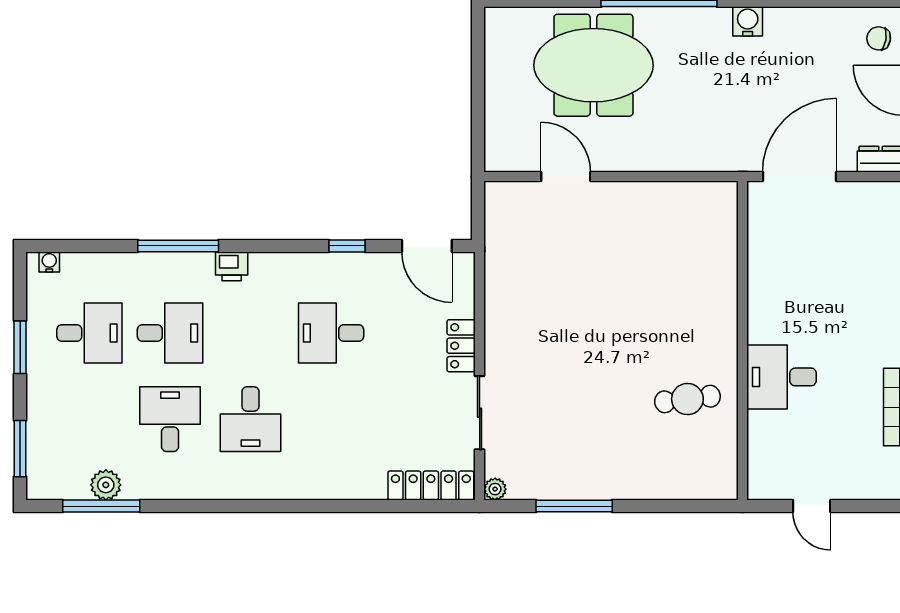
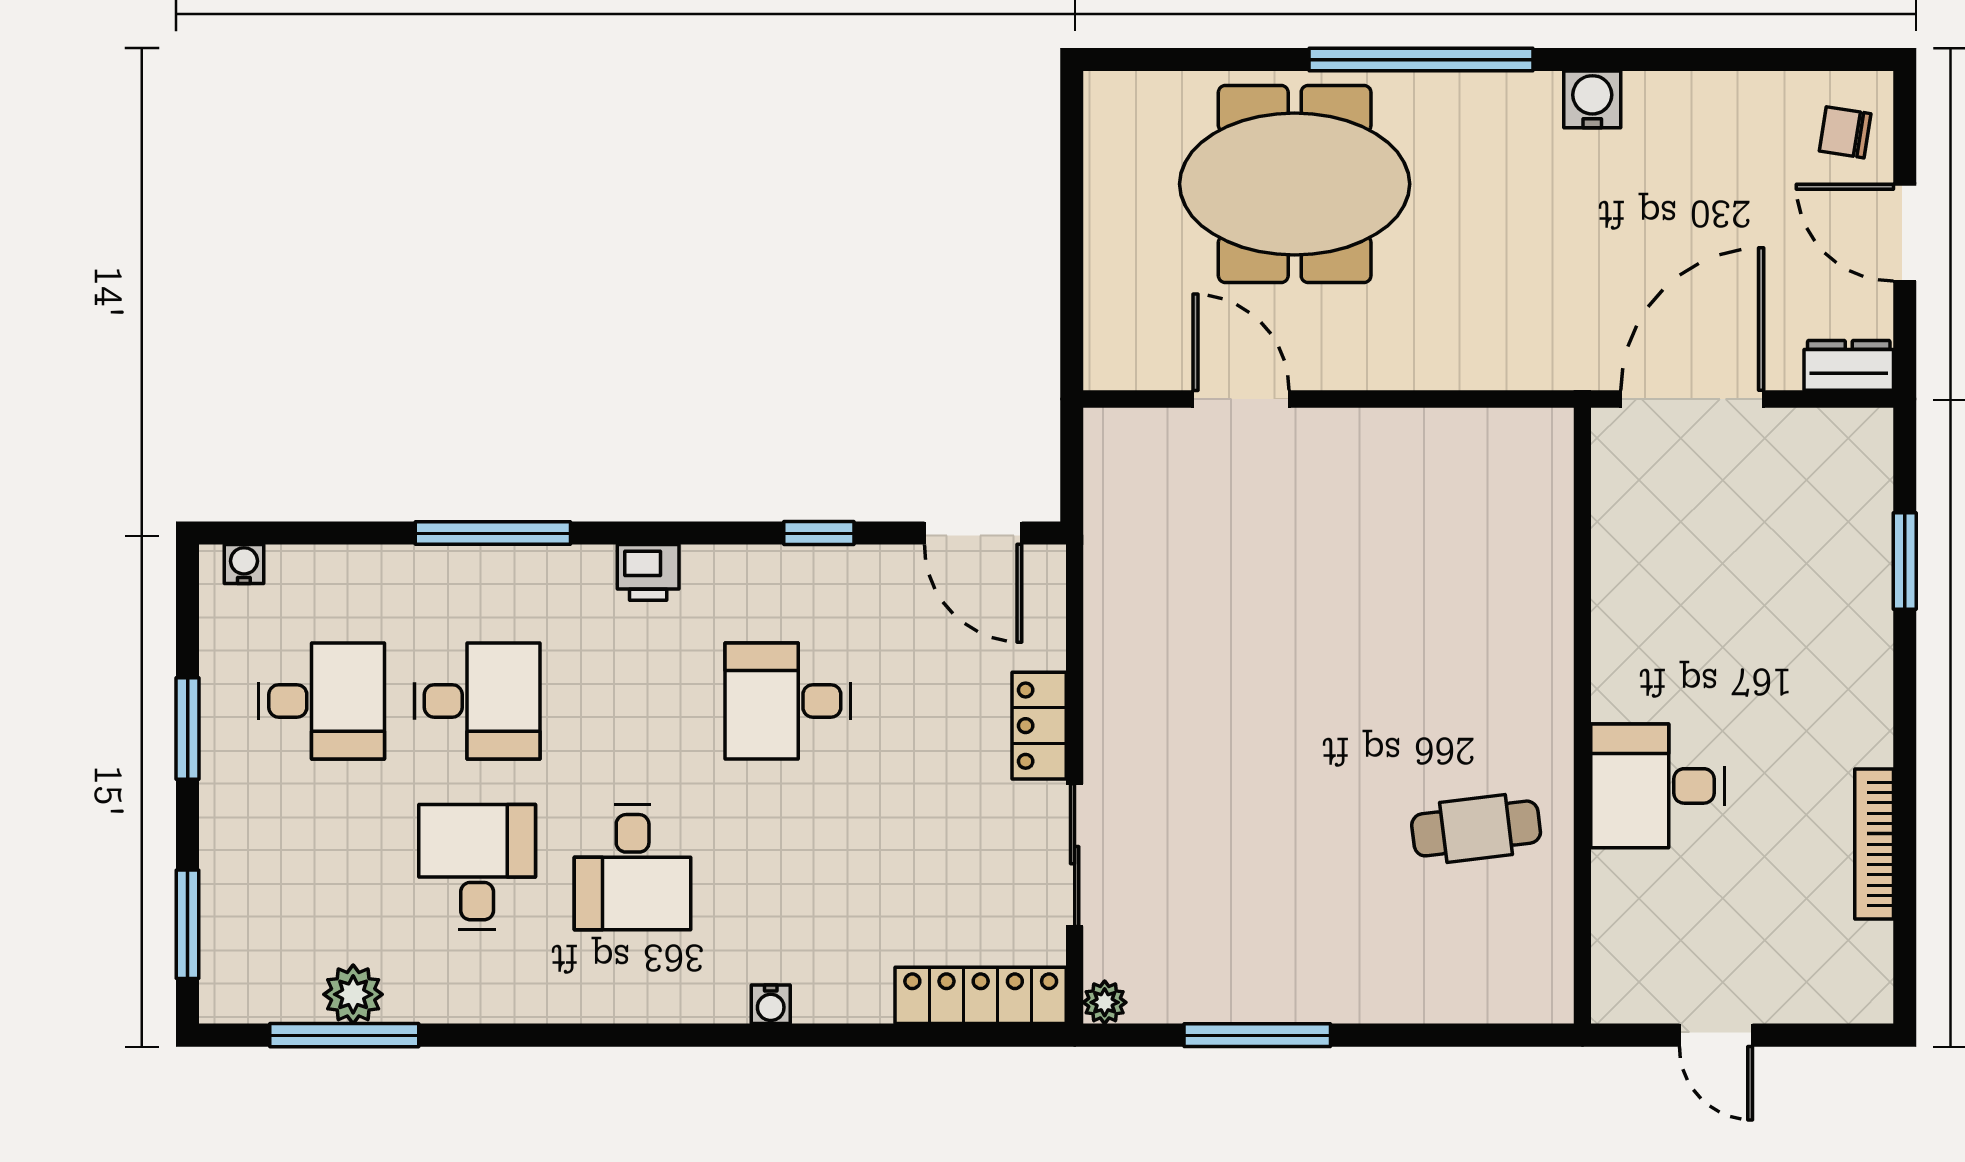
printer: (232, 266) -> (648, 572), moved
water cooler: (322, 490) -> (771, 1004), added

